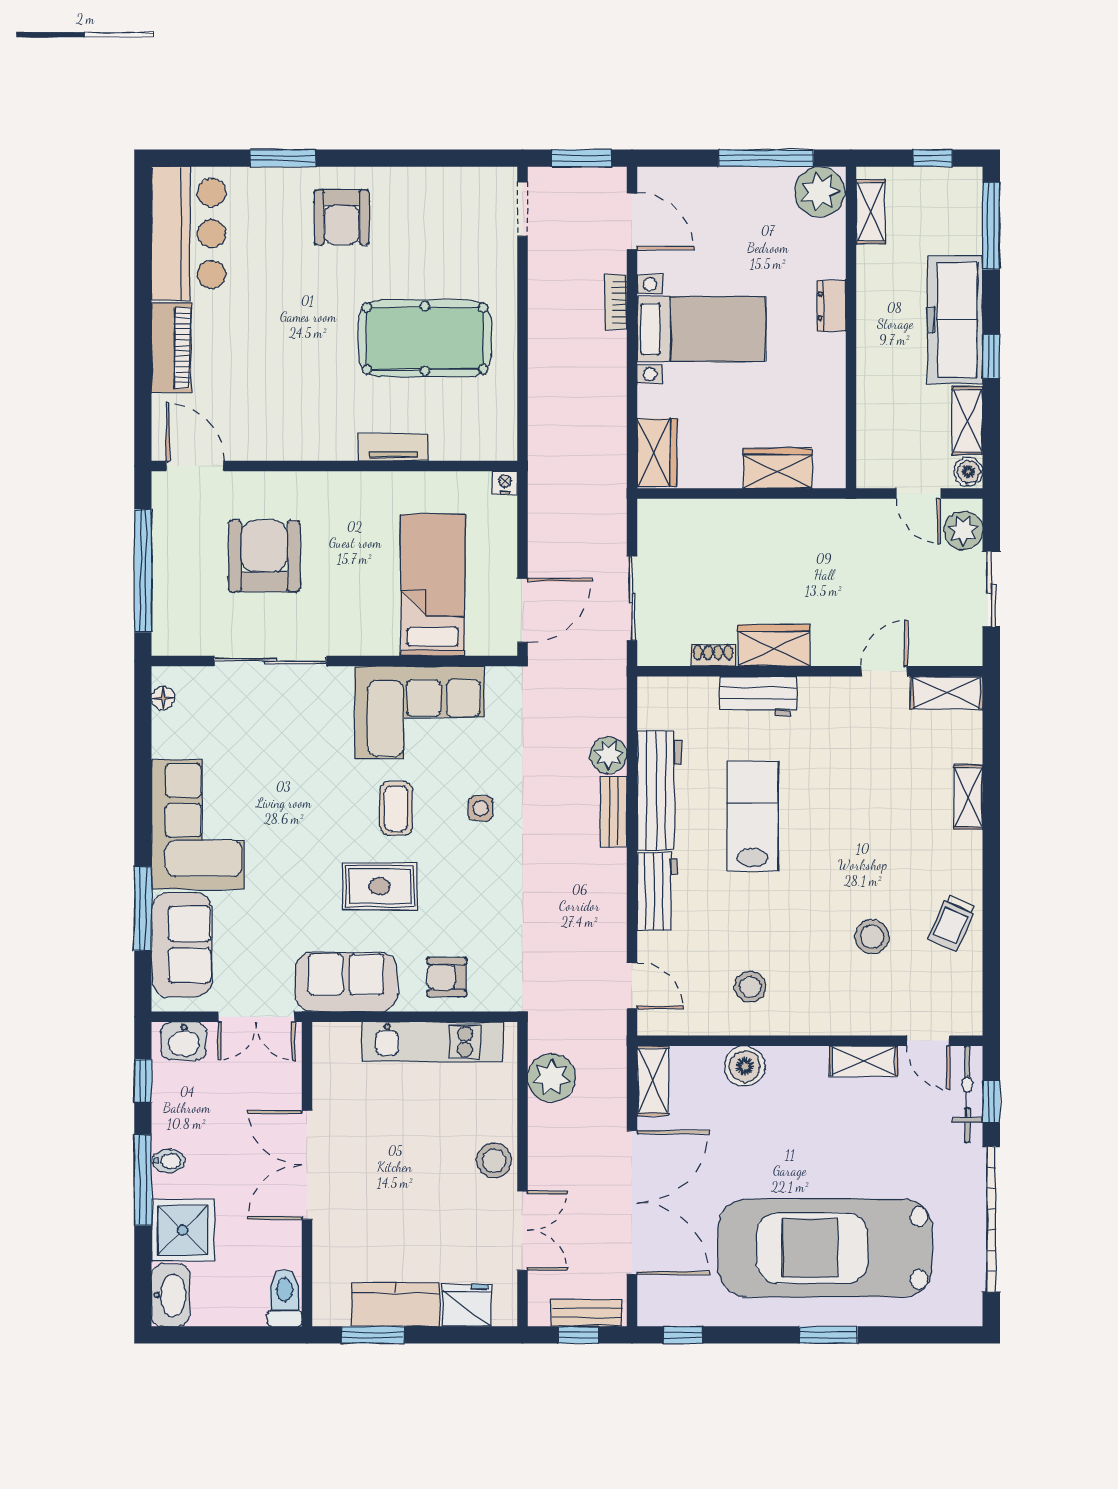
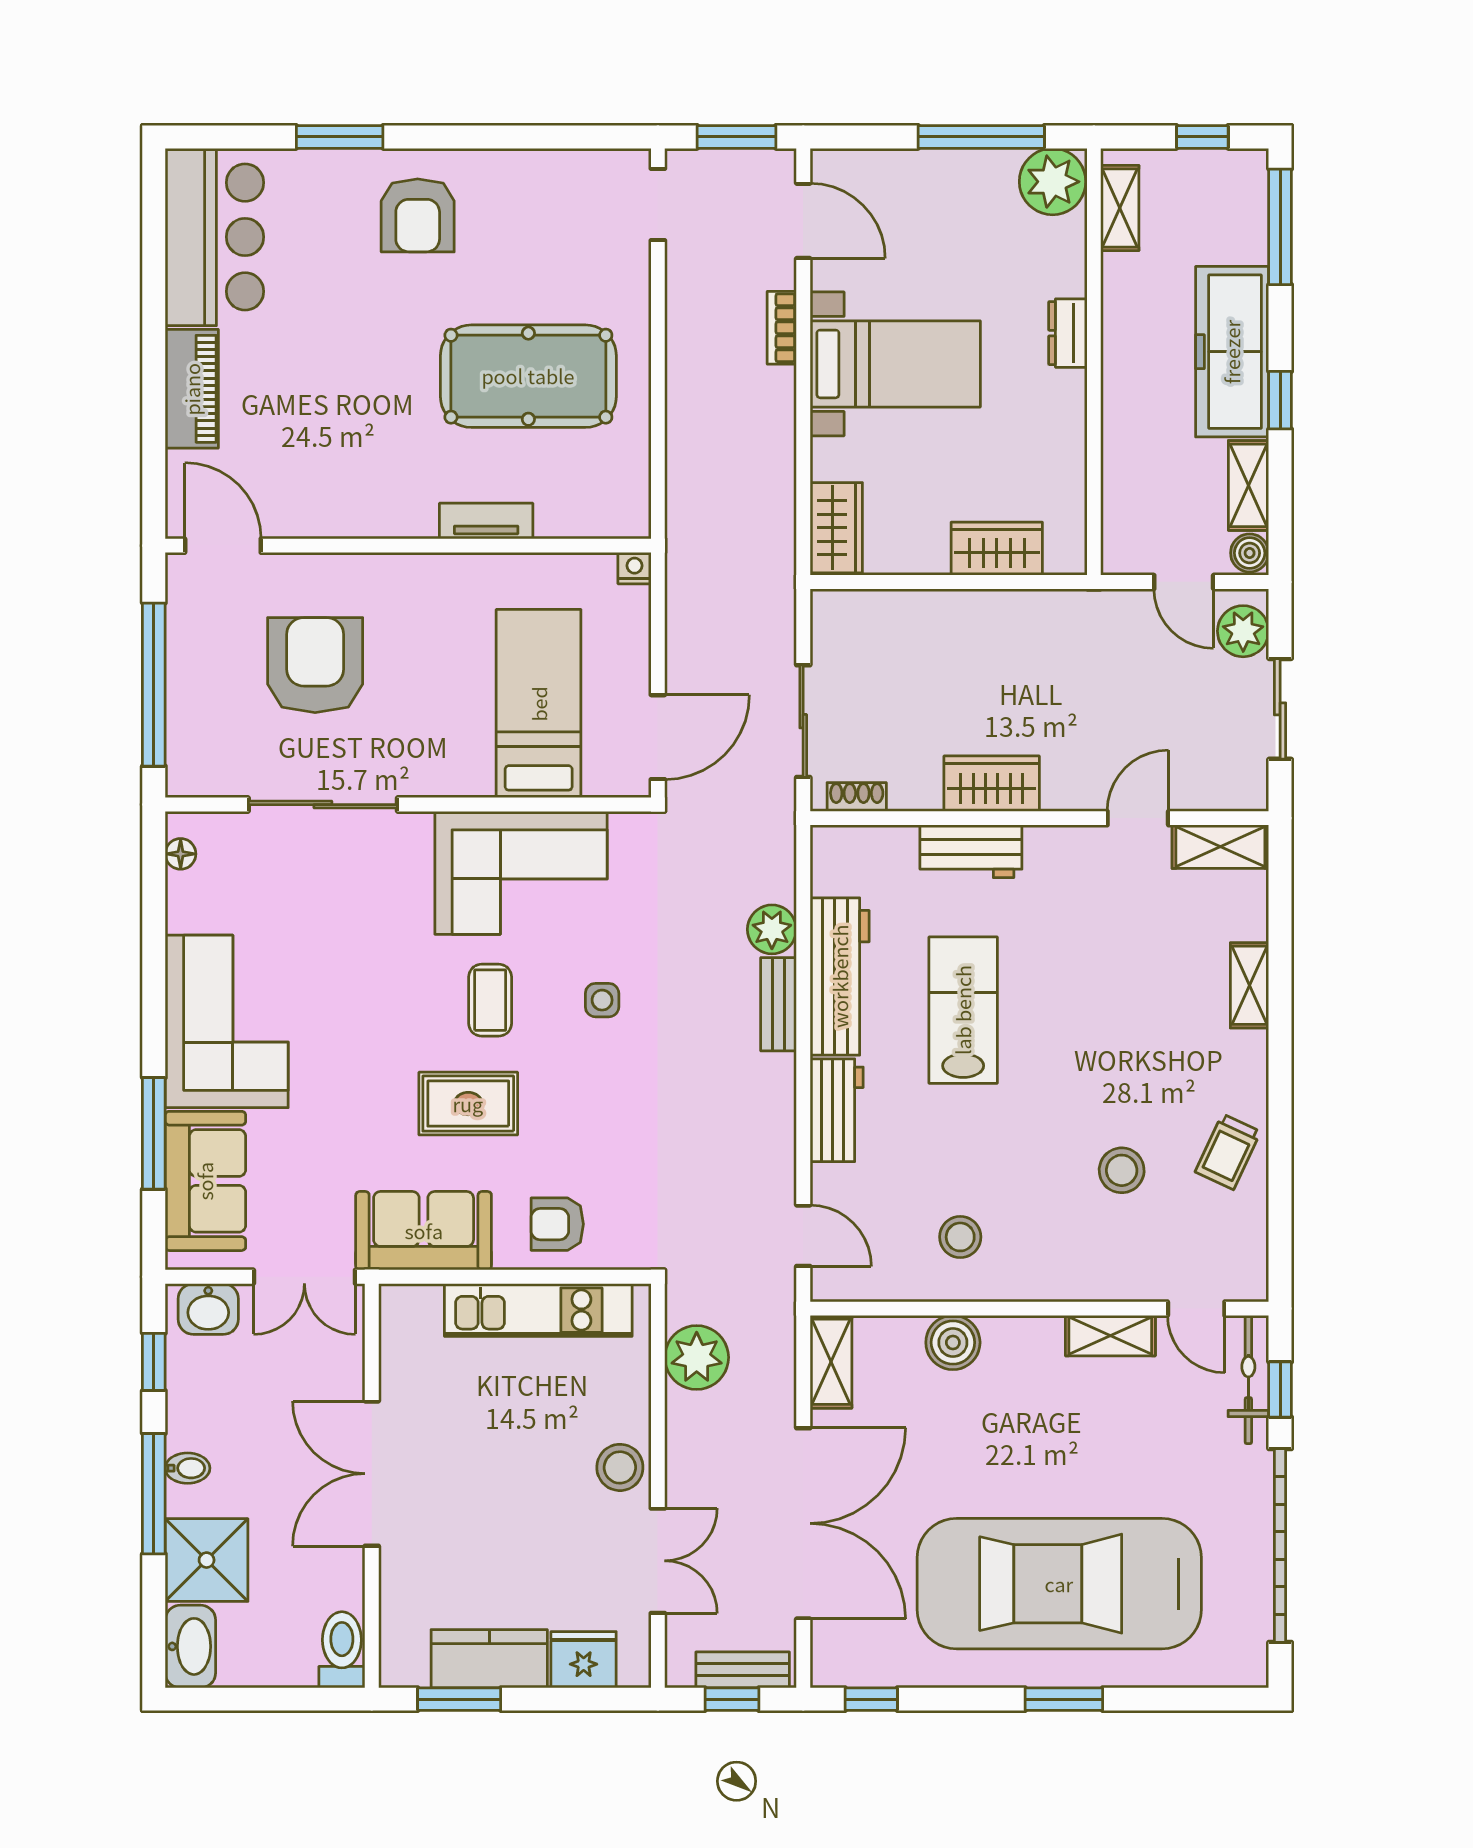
shoe rack: (713, 655) -> (857, 797), moved

